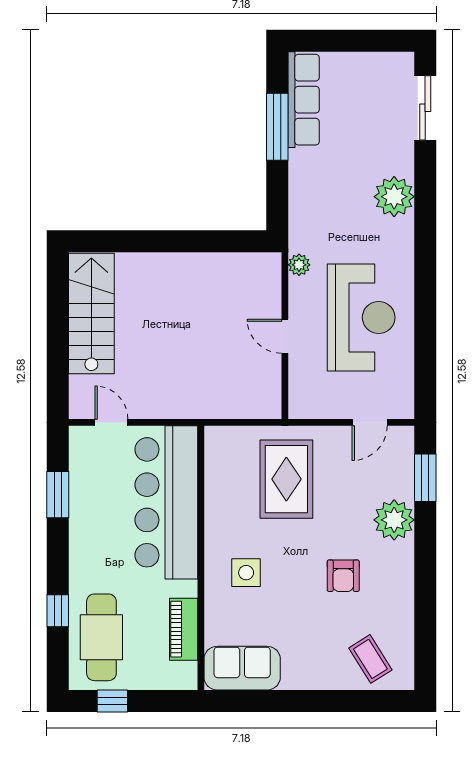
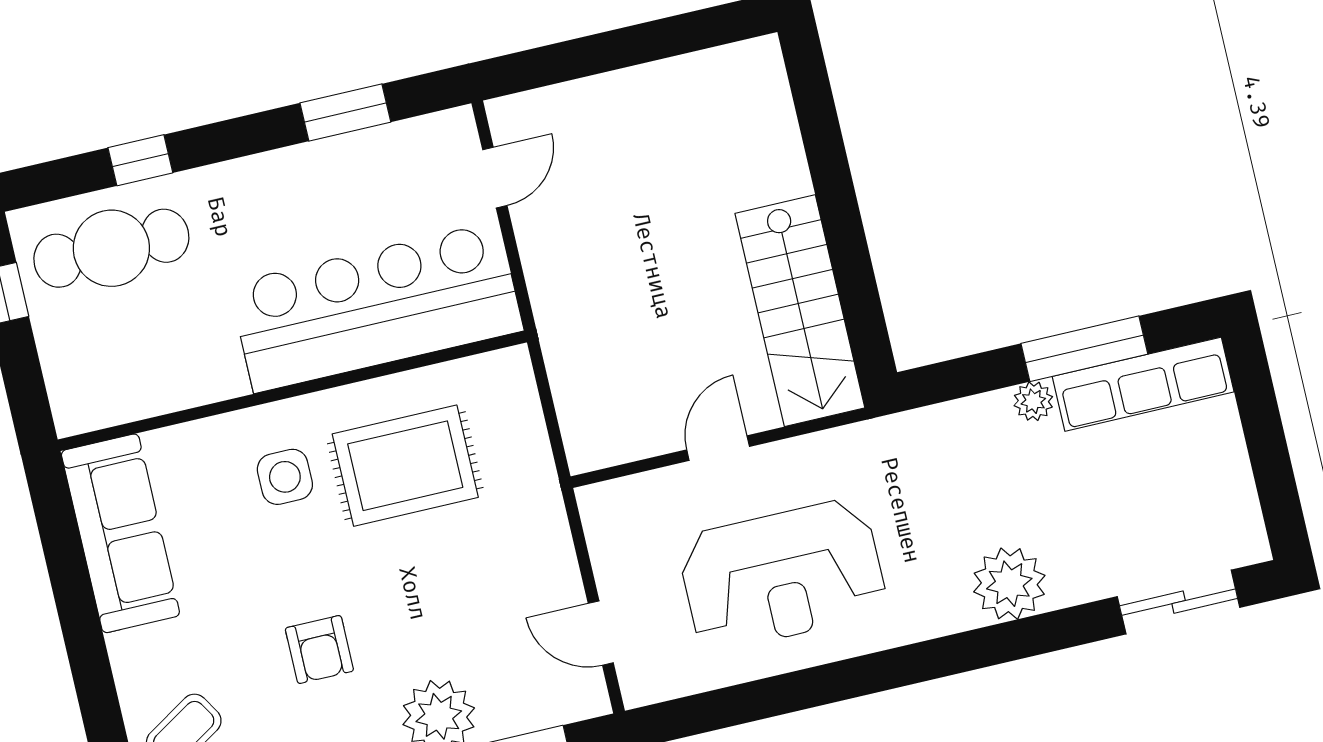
plant: (299, 265) -> (1033, 401), moved
stairs: (91, 313) -> (800, 311), moved, turned 90
rug: (286, 479) -> (405, 466), moved
armchair: (343, 576) -> (319, 649), turned -90
piano: (184, 629) -> (159, 390), removed
sofa: (242, 668) -> (120, 533), width x1.36

